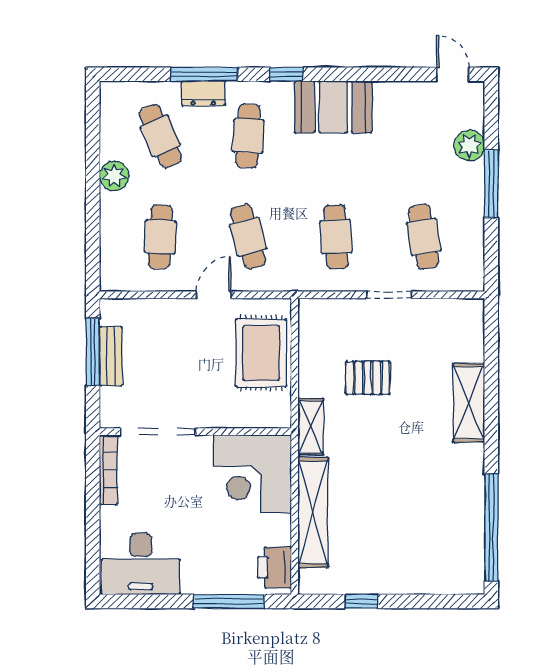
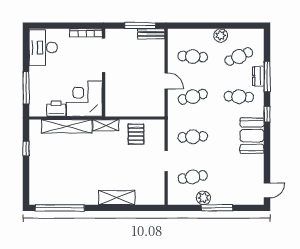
plant: (469, 145) -> (204, 198), moved
rug: (261, 353) -> (140, 103), removed
bench: (111, 356) -> (151, 34), moved
pallet: (368, 378) -> (136, 134), moved
printer: (275, 567) -> (56, 109), moved

